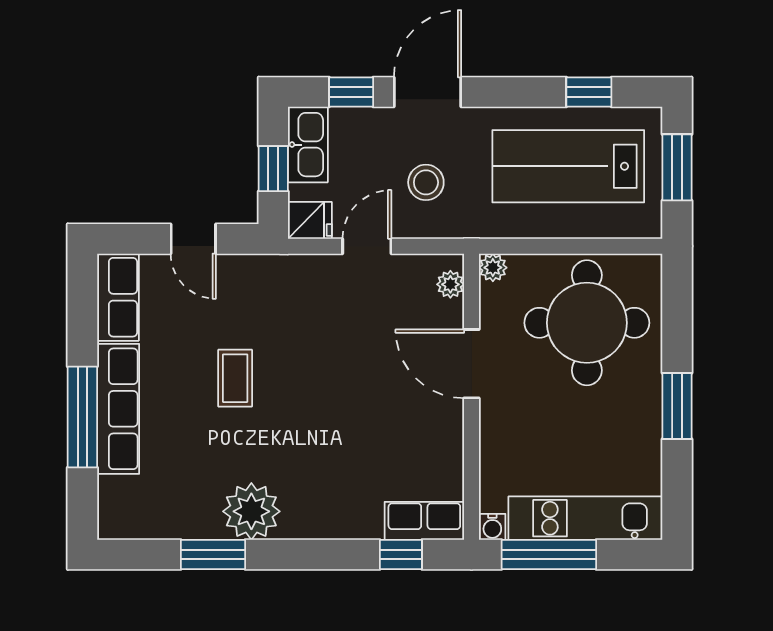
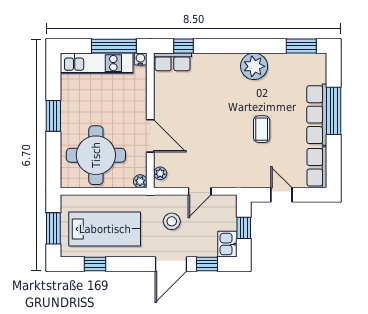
kitchen sink: (308, 145) -> (227, 244), width x0.73
fridge: (310, 220) -> (226, 203), removed
window: (213, 555) -> (301, 46), moved

